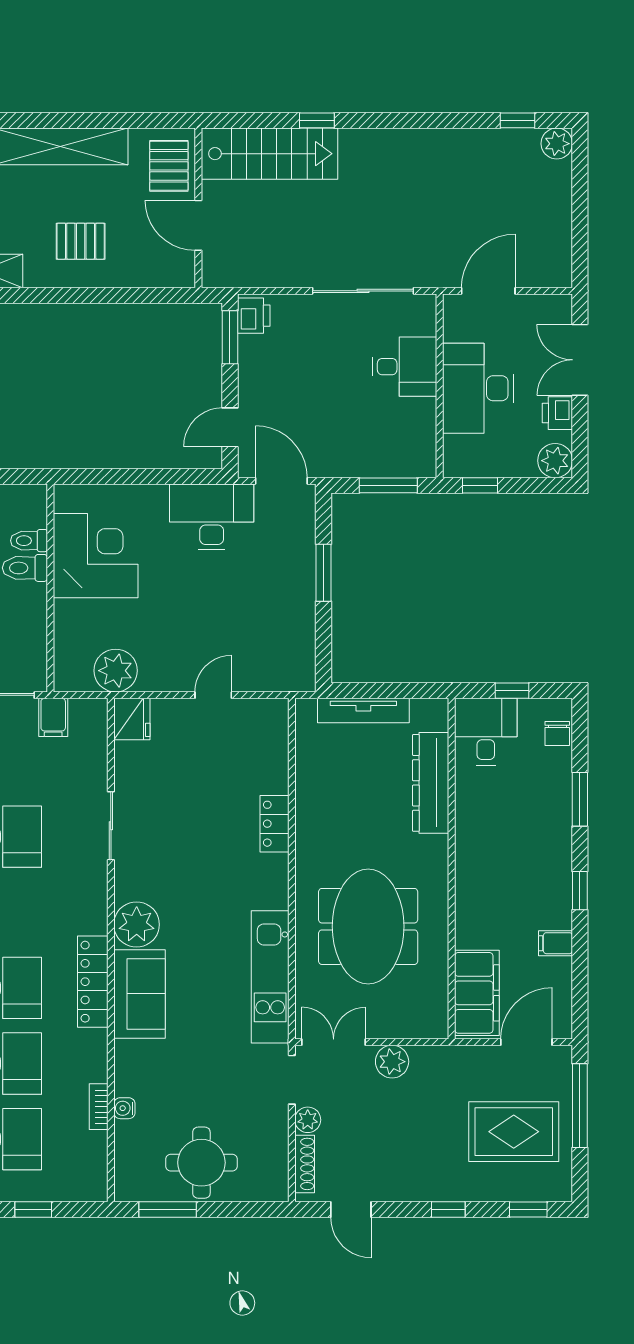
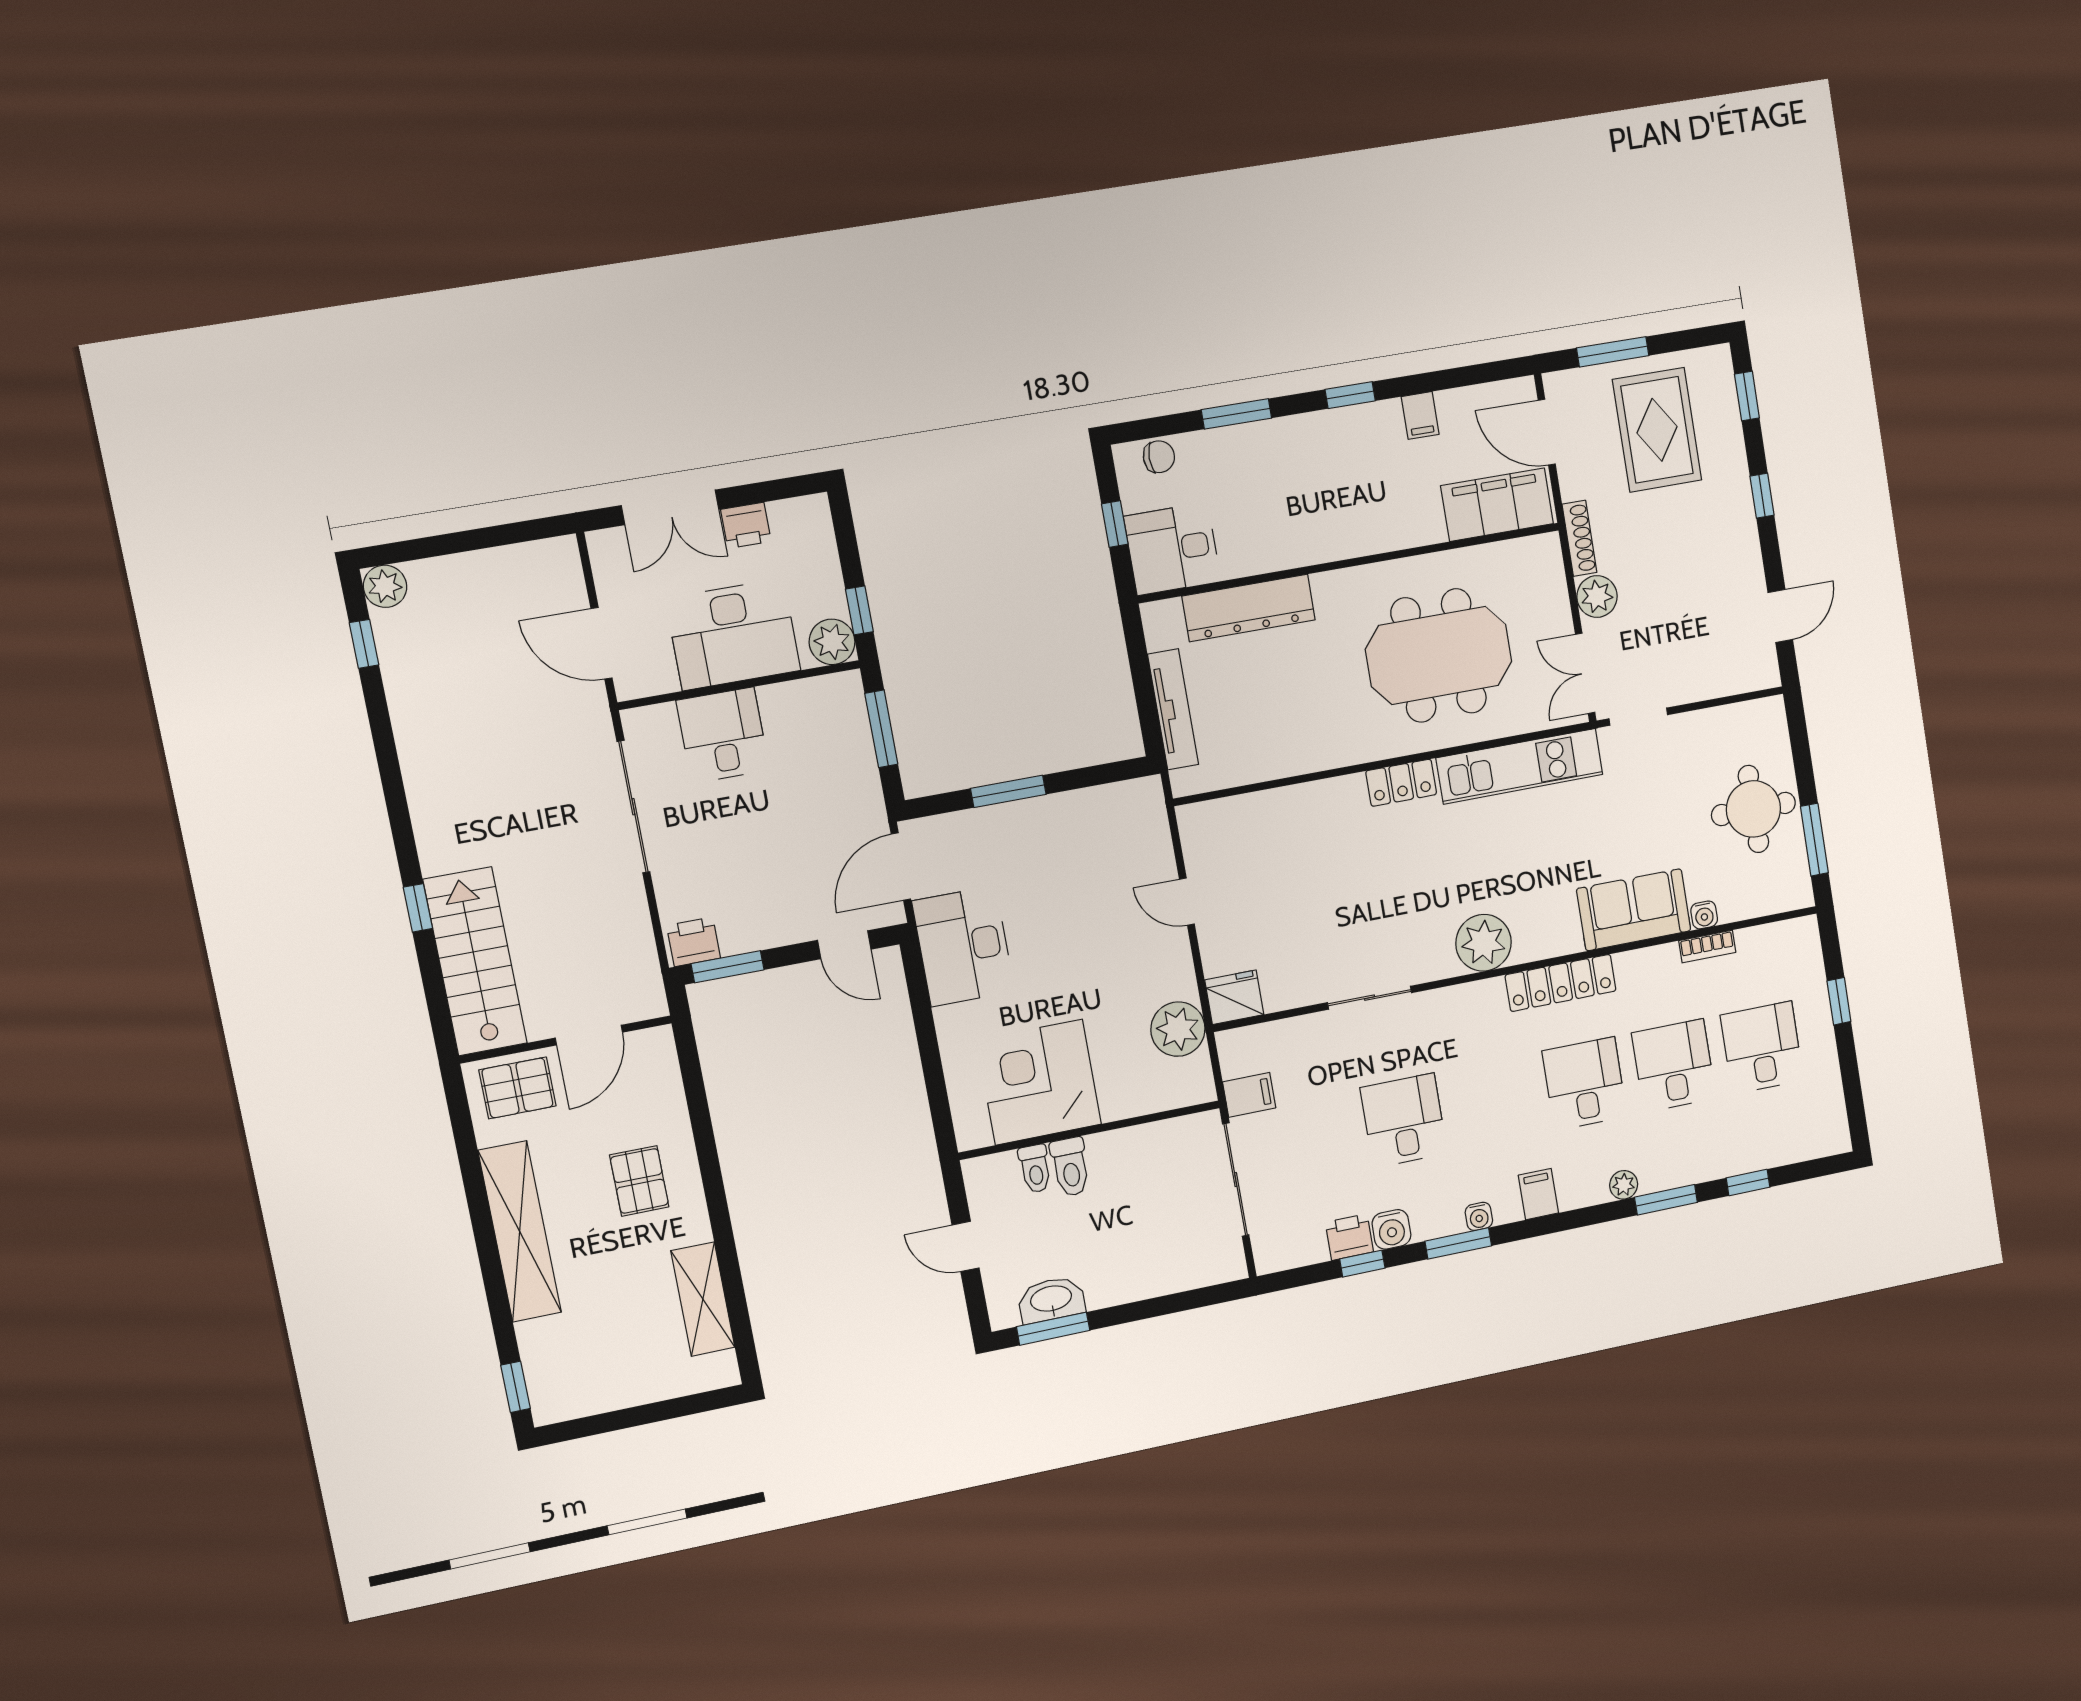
plant: (555, 461) -> (832, 642), moved
locker: (274, 824) -> (1401, 783), moved
sofa: (139, 994) -> (1634, 910), moved
window: (580, 1106) -> (1613, 352), width x0.69
plant: (308, 1120) -> (1683, 688), removed
shoe rack: (305, 1164) -> (1579, 538), moved, turned 90

